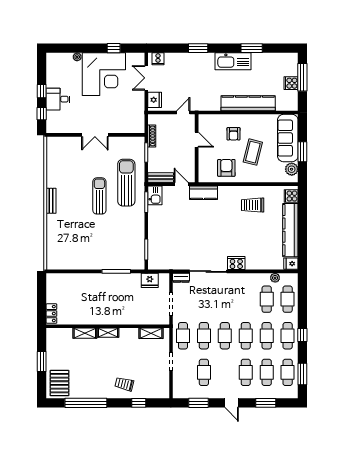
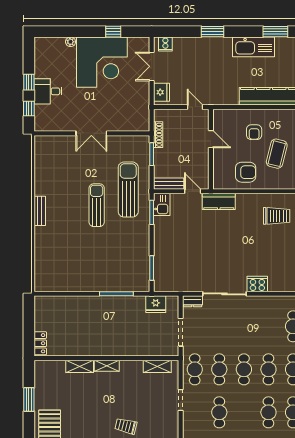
door: (183, 113) -> (195, 107), hinge flipped
armchair: (226, 168) -> (246, 172), turned 90
trolley: (253, 205) -> (277, 216), turned 180

